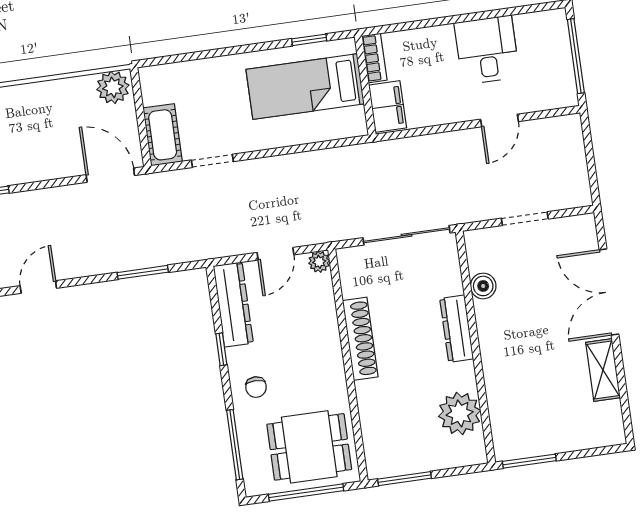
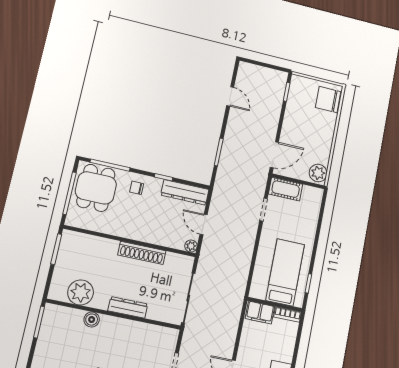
boiler: (483, 286) -> (92, 320), moved
dining table: (309, 447) -> (96, 188), moved

